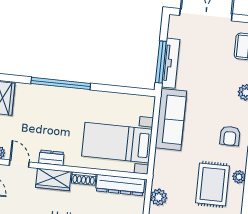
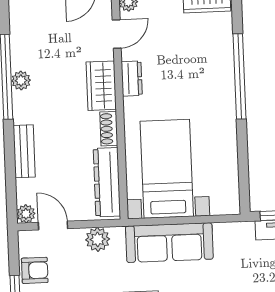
sofa: (171, 119) -> (169, 243), moved

